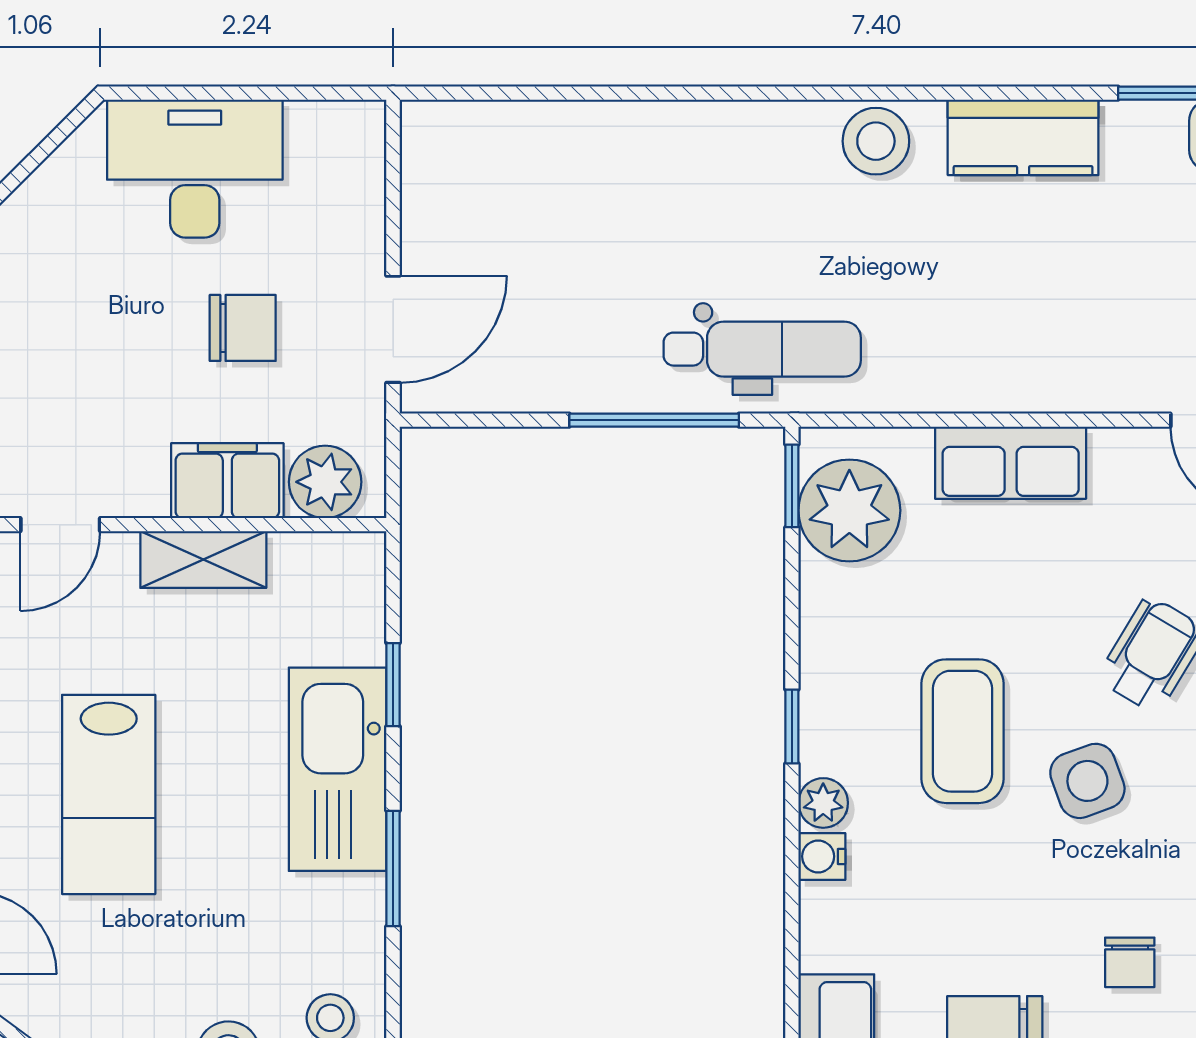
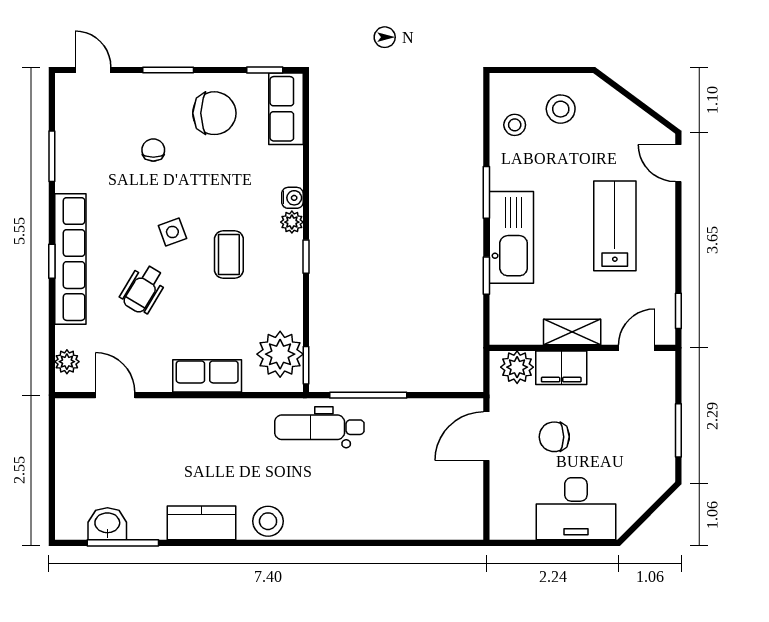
coffee table: (963, 731) -> (229, 255), width x0.73, depth x0.77
side table: (1087, 781) -> (172, 232), width x0.73, depth x0.73

